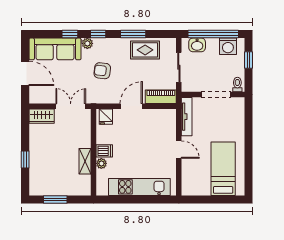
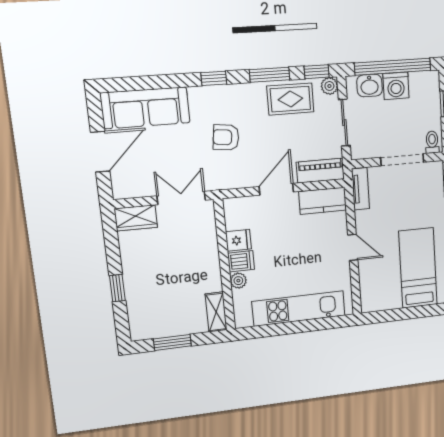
window: (70, 34) -> (317, 72), moved
plant: (87, 43) -> (329, 86), moved
washing machine: (228, 46) -> (396, 86), moved
door: (25, 73) -> (100, 152), hinge flipped
fridge: (106, 117) -> (238, 240), moved, turned -90
kitchen counter: (161, 117) -> (323, 201), added
tv unit: (187, 117) -> (360, 189), width x0.71
shelving: (85, 161) -> (216, 312), moved

